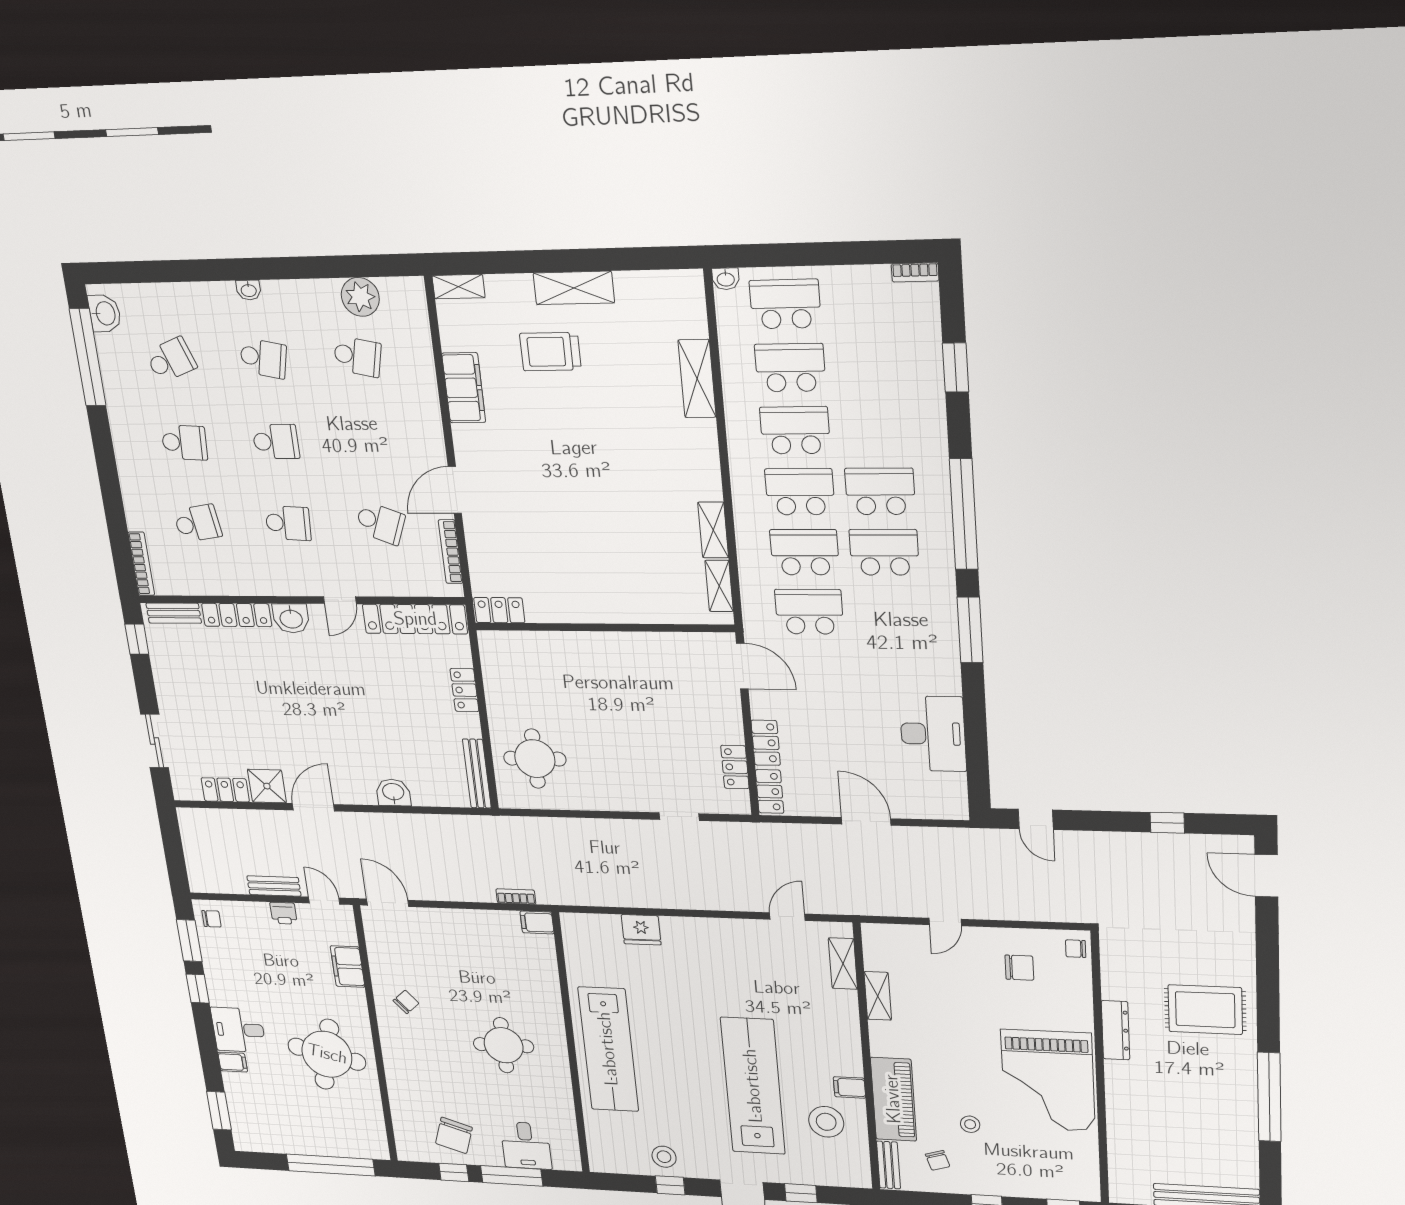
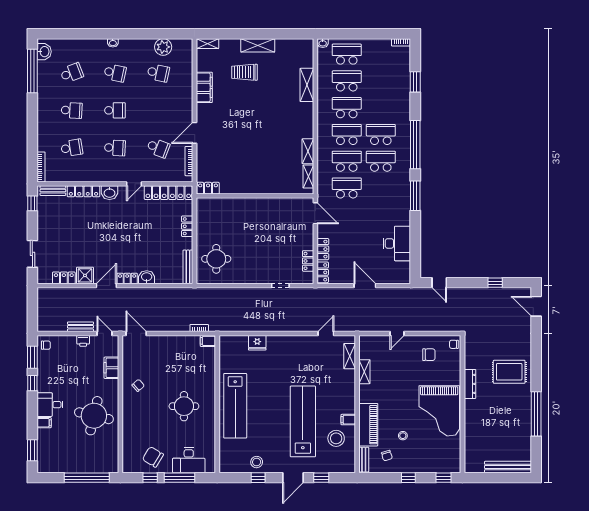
locker: (354, 794) -> (127, 278), added
chair: (454, 1135) -> (153, 457), turned 103
desk: (526, 1146) -> (189, 460), width x1.37

